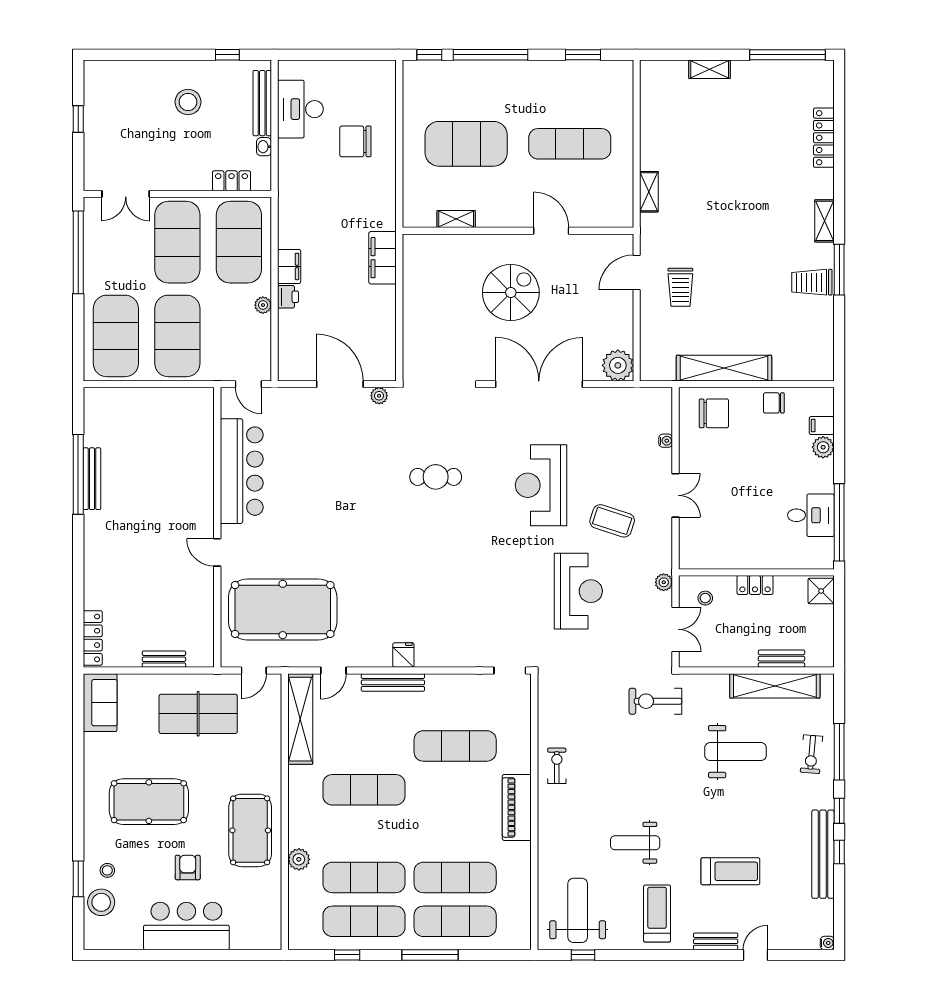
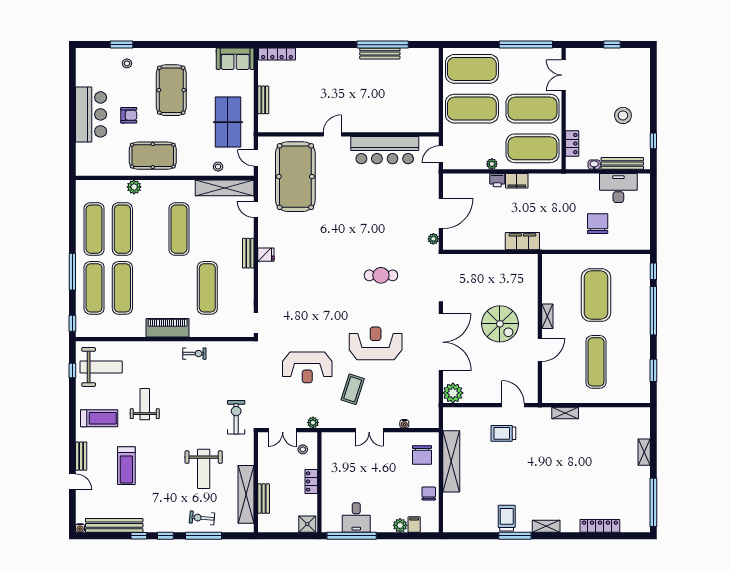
shelving: (456, 219) -> (547, 316), moved
cafe table: (436, 477) -> (381, 275), turned 90
bench: (393, 682) -> (248, 253), width x0.73
bench: (823, 854) -> (114, 525), moved
stool: (101, 902) -> (218, 167), moved, width x0.53, depth x0.53
window: (347, 955) -> (72, 323), moved

